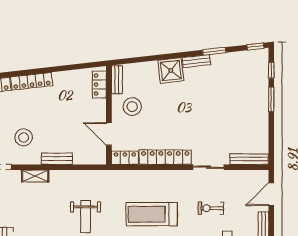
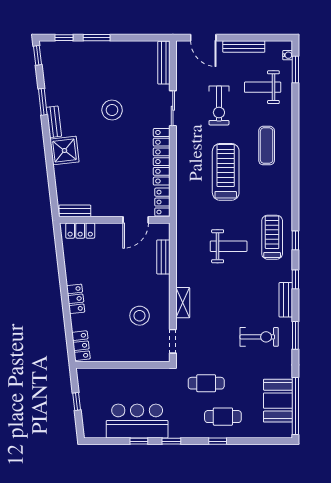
locker: (32, 81) -> (76, 299), width x0.66
stool: (132, 107) -> (112, 110), moved
bench: (57, 159) -> (163, 257), moved
exercise bike: (211, 208) -> (219, 105), width x1.38, depth x1.39
treadmill: (152, 214) -> (226, 172), turned 180

